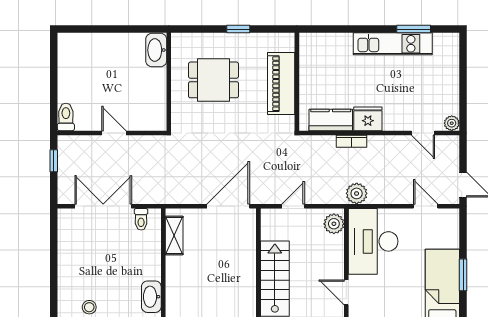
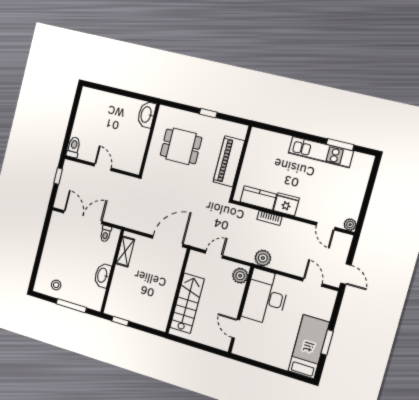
washbasin: (151, 297) -> (103, 275), moved

